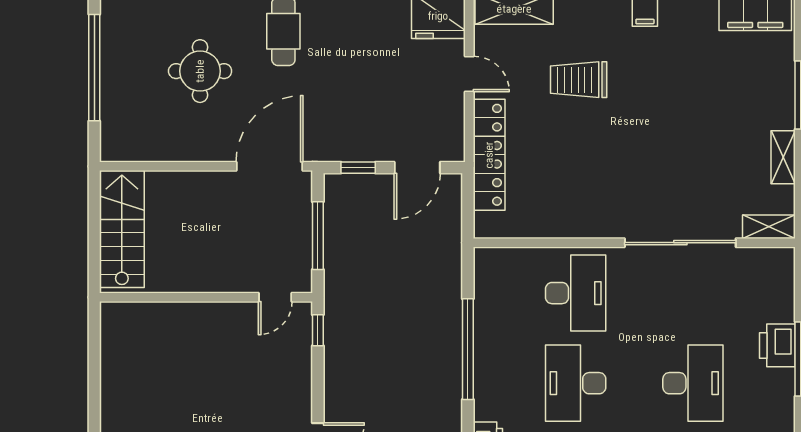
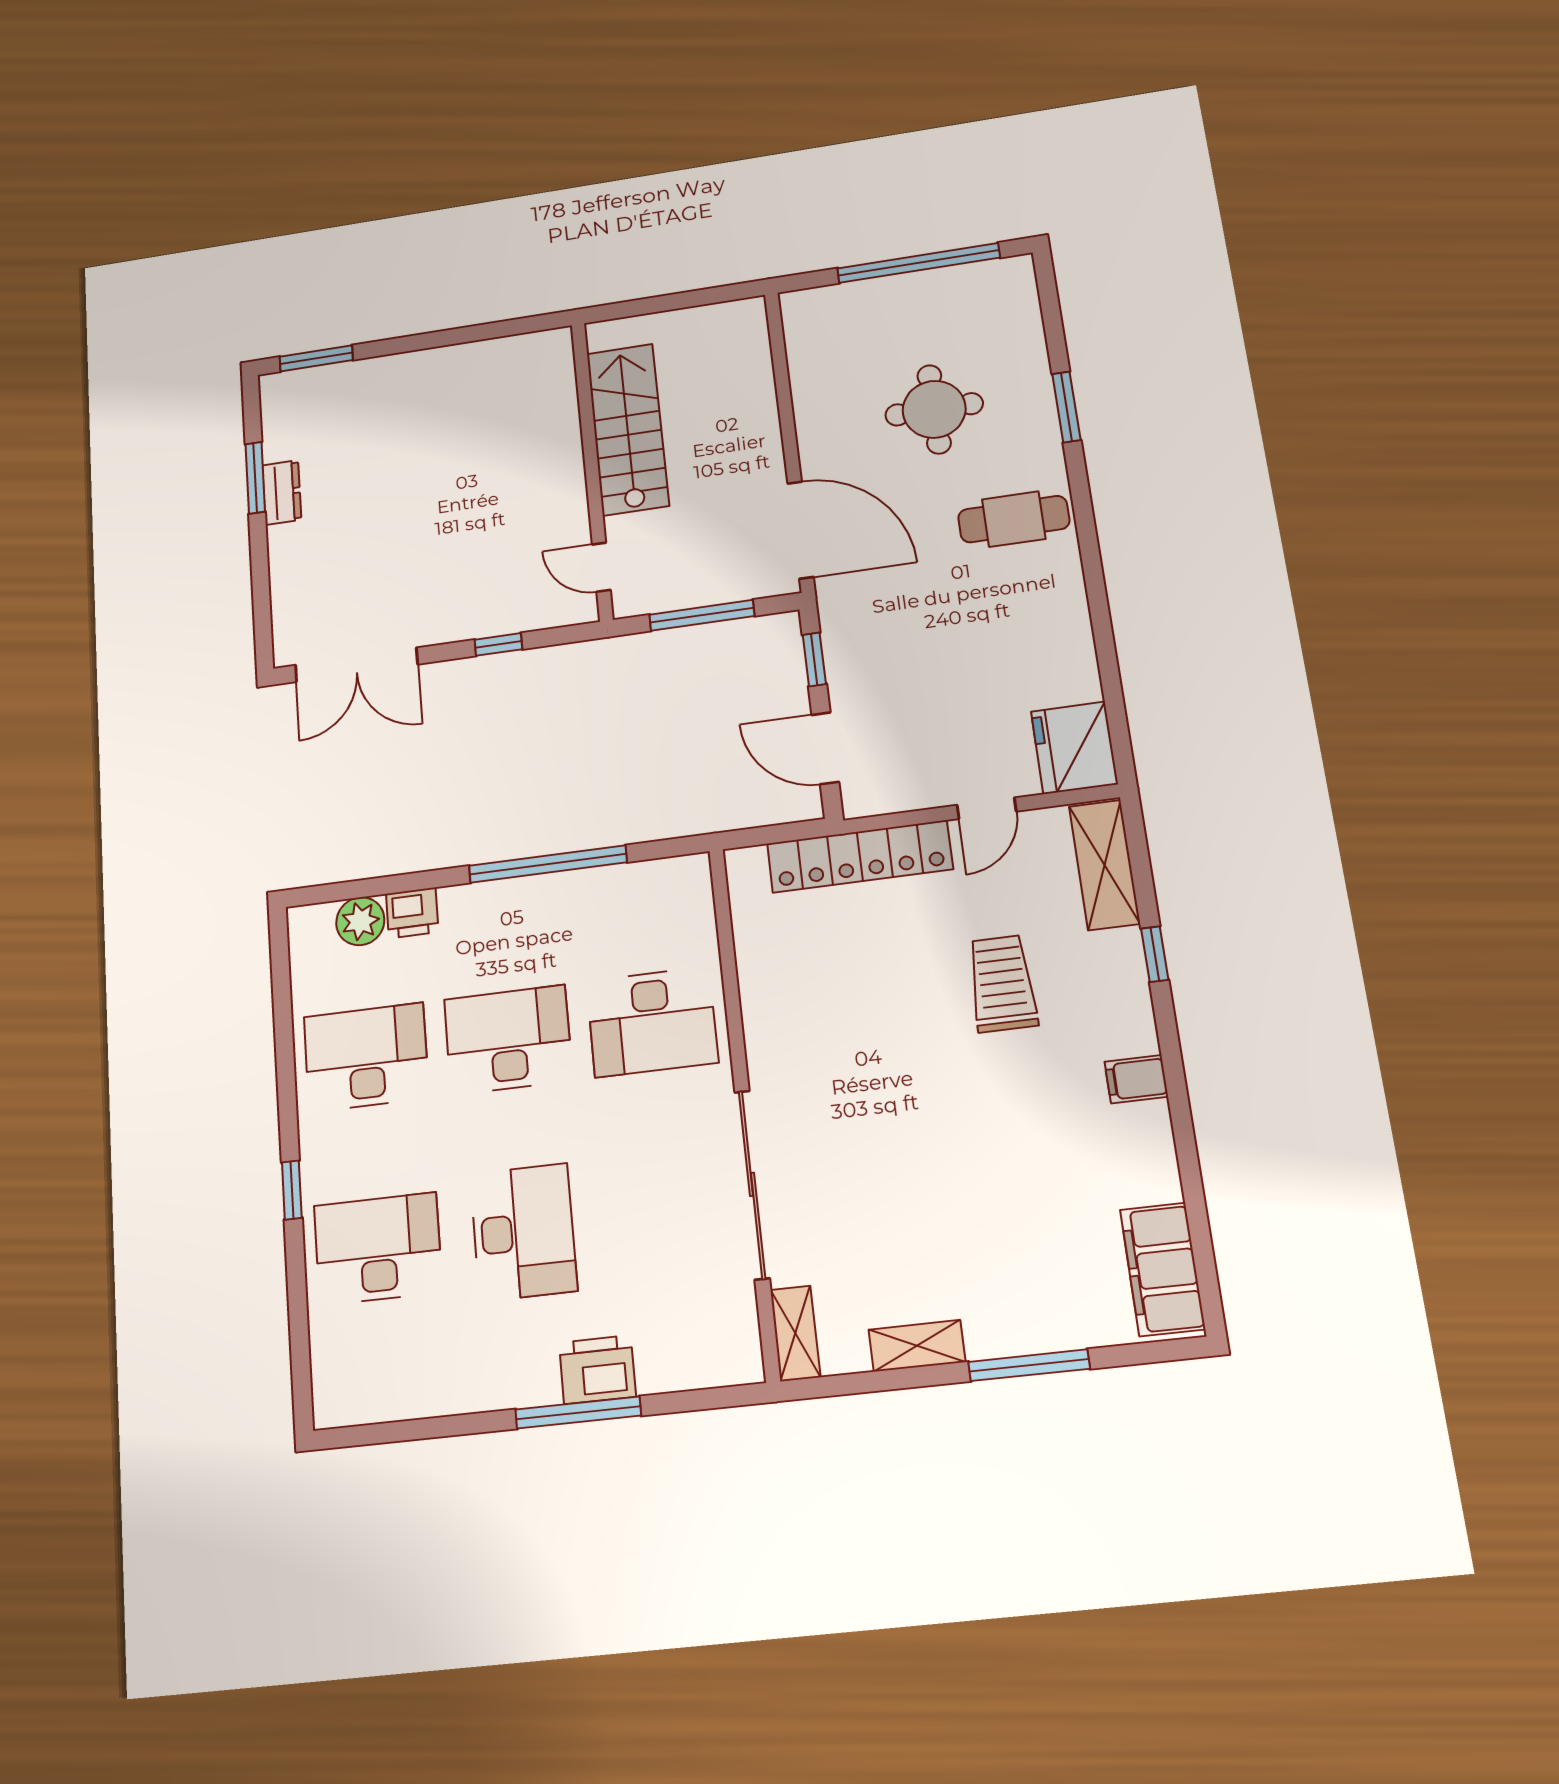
stairs: (122, 229) -> (628, 429), moved, turned -90
window: (318, 330) -> (498, 644), moved
desk: (693, 383) -> (523, 1232), turned -90

